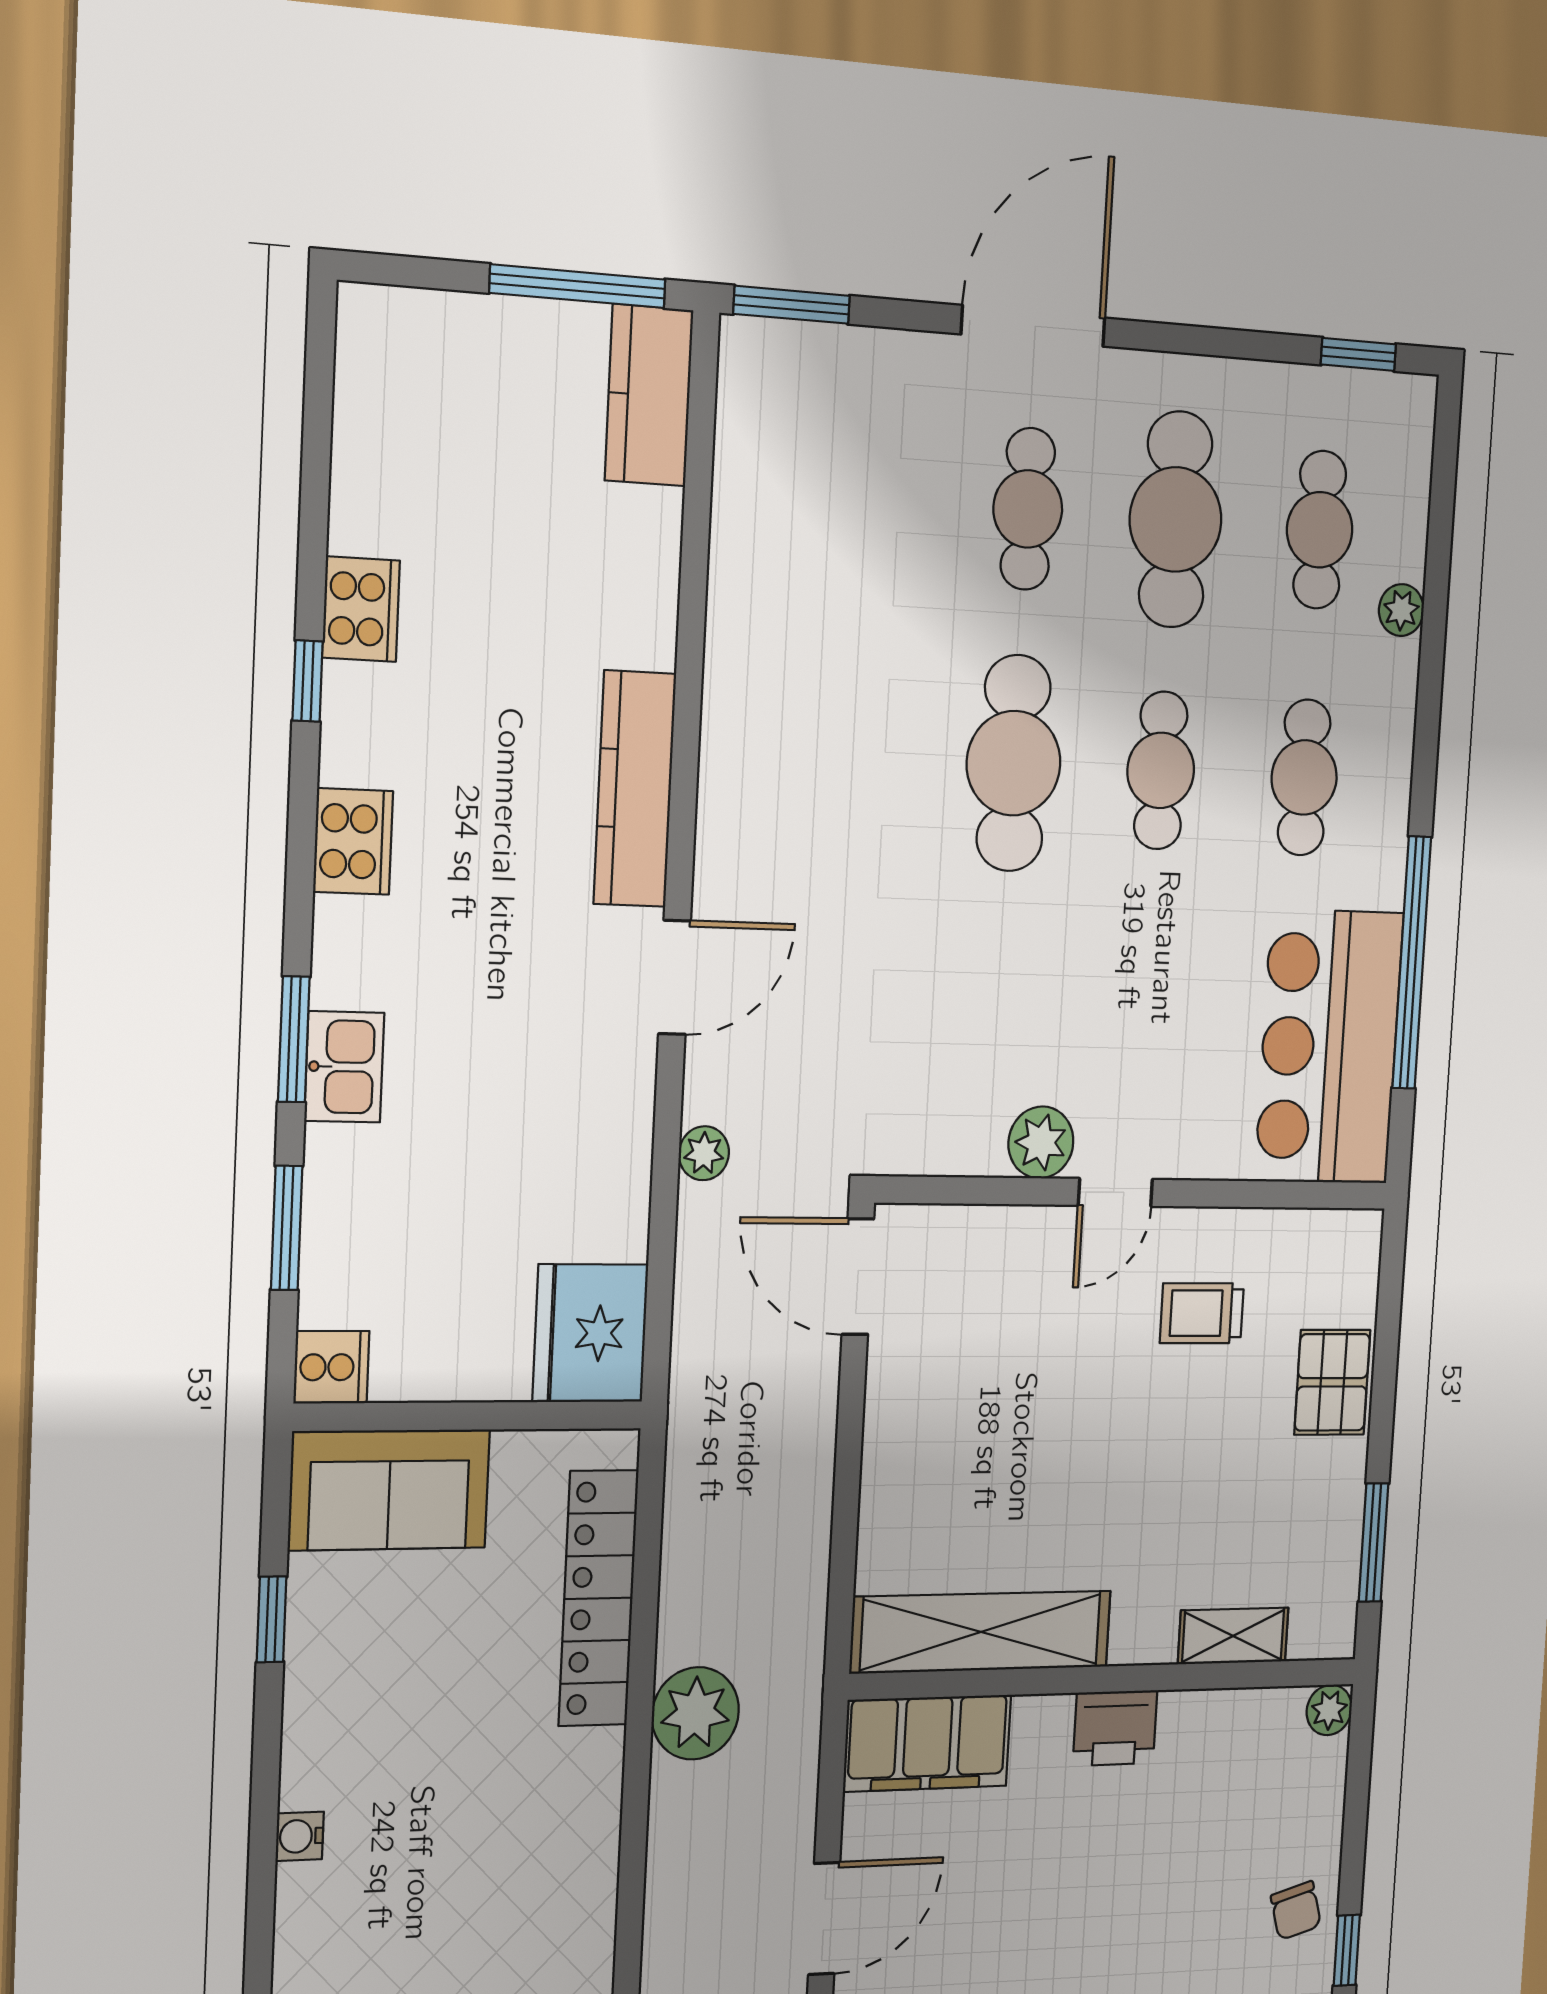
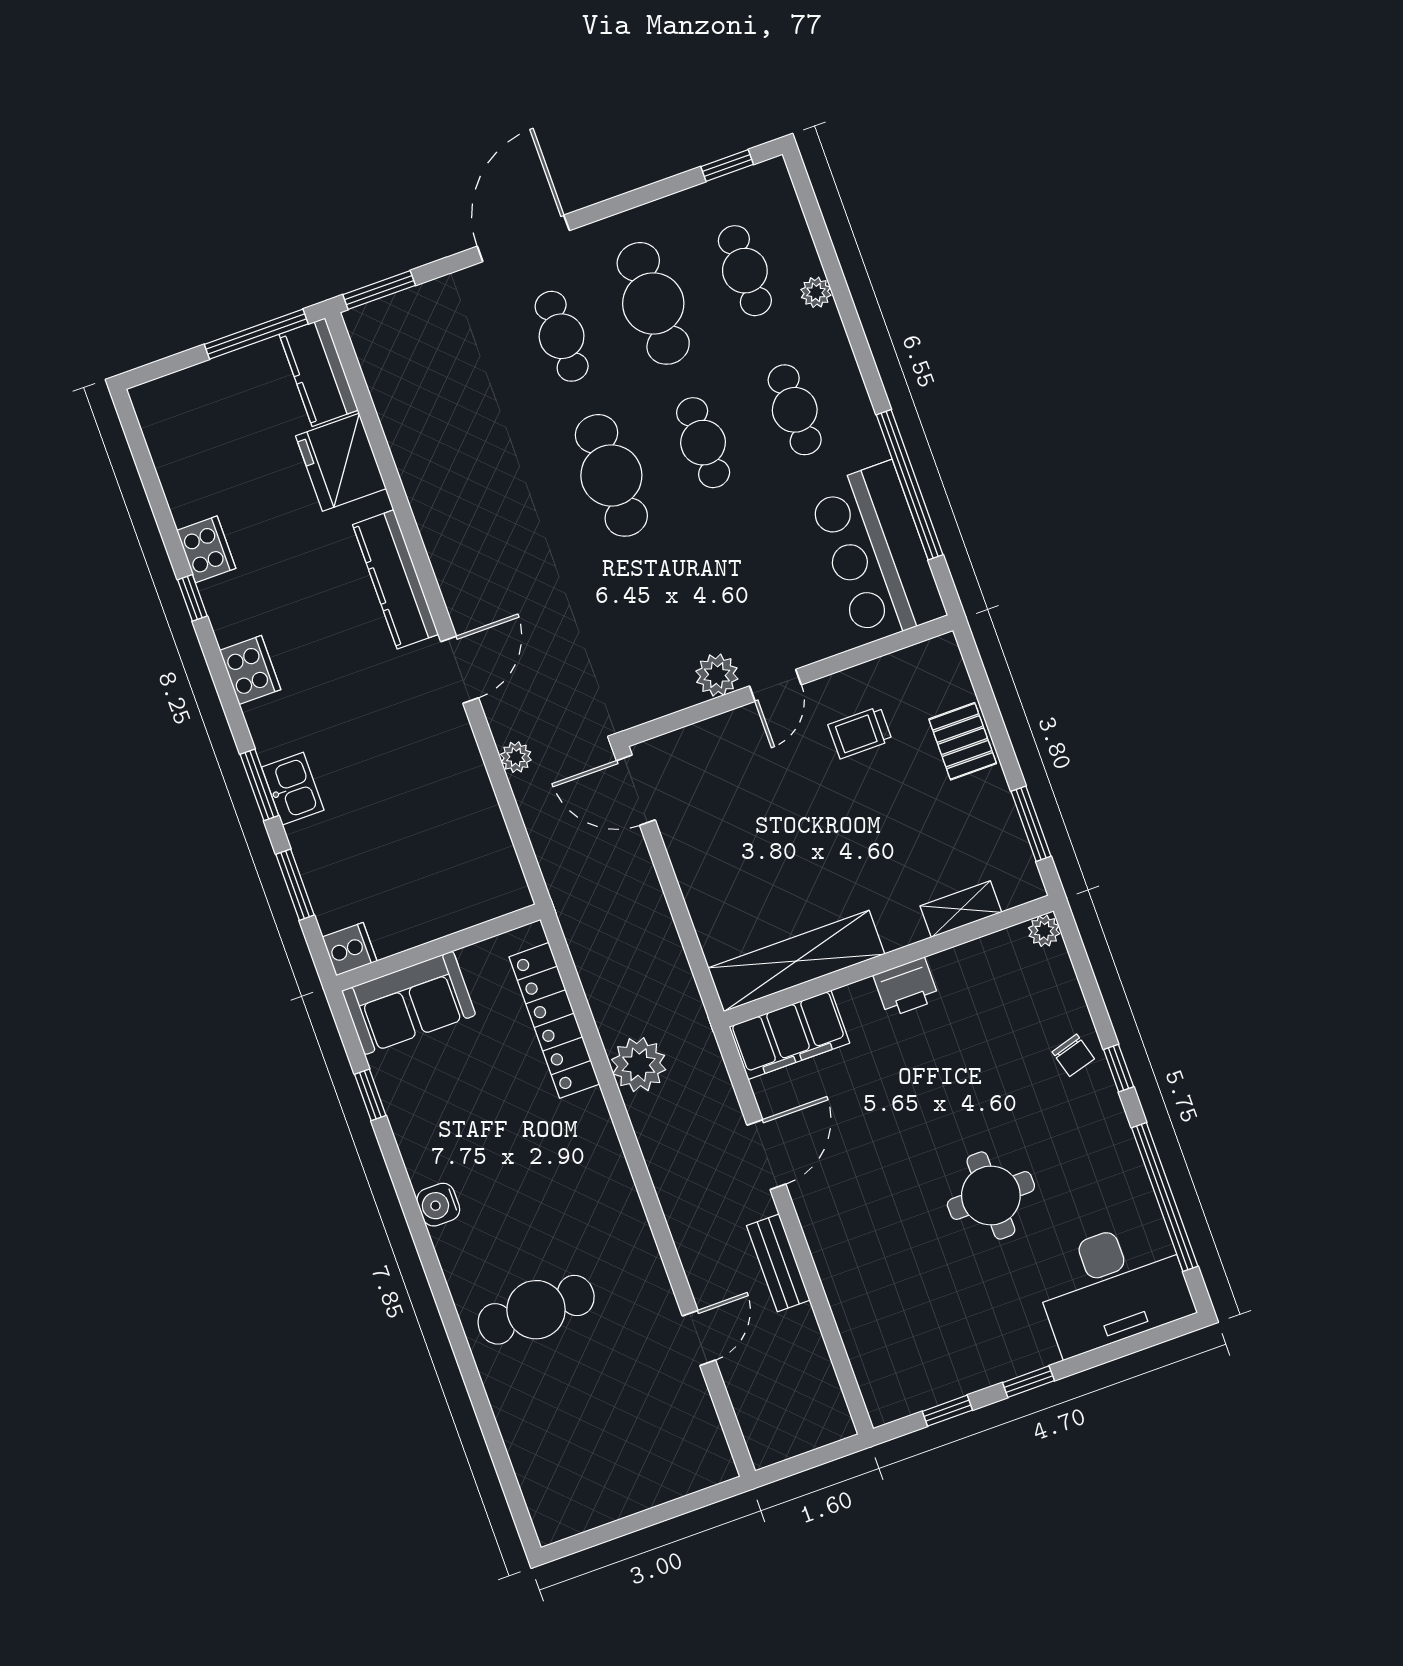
fridge: (590, 1333) -> (341, 462), moved
water cooler: (300, 1836) -> (438, 1205), width x1.38, depth x1.38

